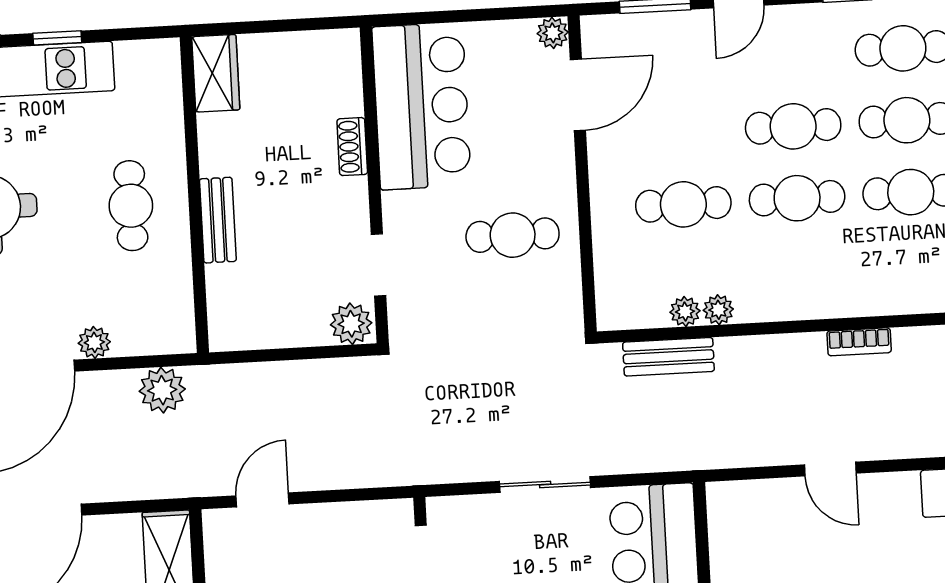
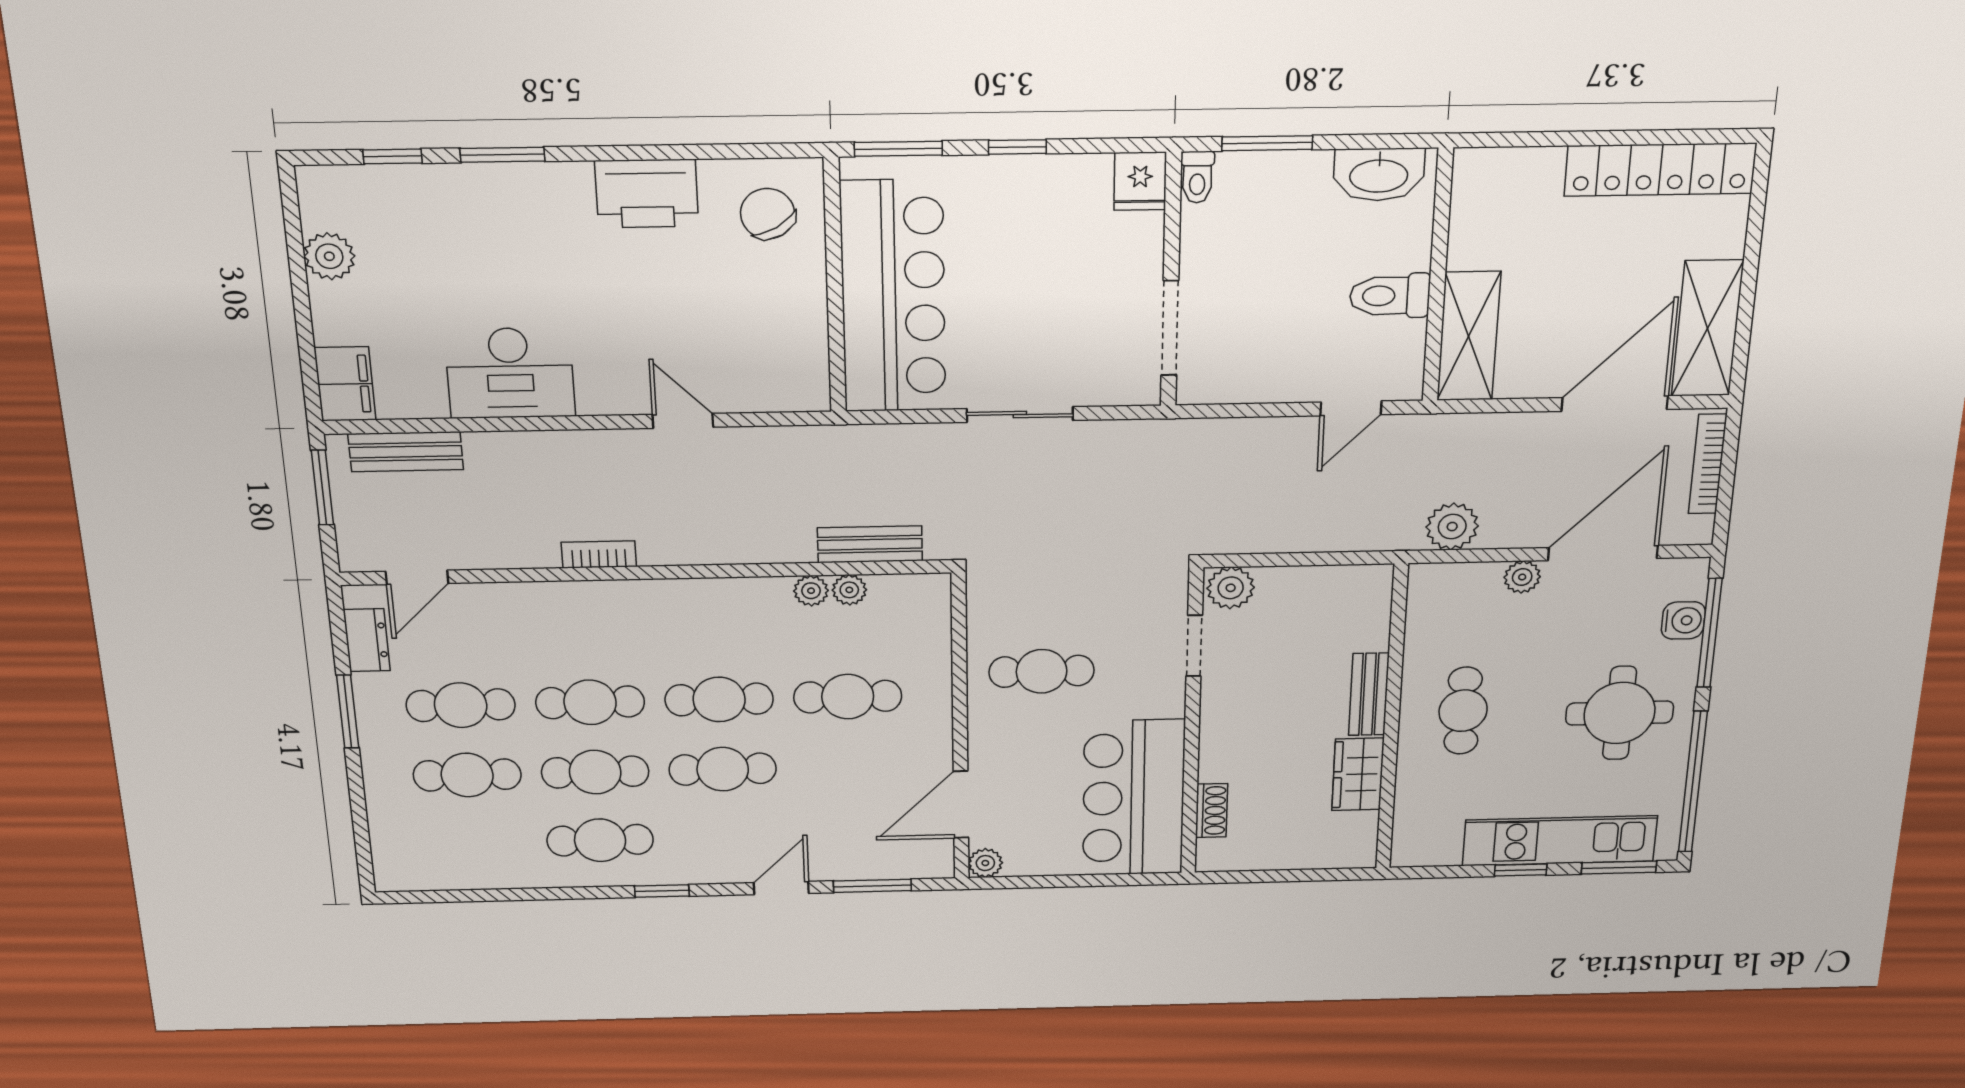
wardrobe: (216, 73) -> (1358, 774), moved
shoe rack: (352, 147) -> (1212, 811), moved
bookcase: (859, 342) -> (599, 554), moved

